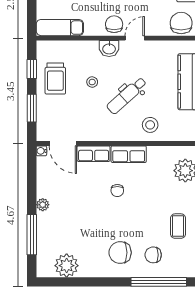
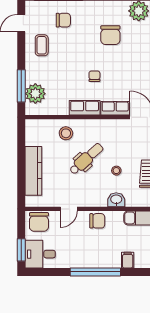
chair: (114, 24) -> (97, 221), turned -90
door: (135, 38) -> (69, 209), moved
washbasin: (109, 49) -> (116, 200), moved
chair: (120, 253) -> (110, 35), moved, turned 90

